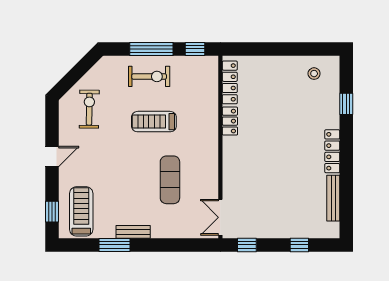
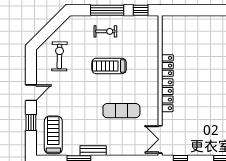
exercise bike: (149, 76) -> (105, 31), width x0.73, depth x0.72
locker: (230, 82) -> (167, 95), moved
exercise mat: (170, 180) -> (121, 111), turned 90
window: (52, 212) -> (31, 123), moved

